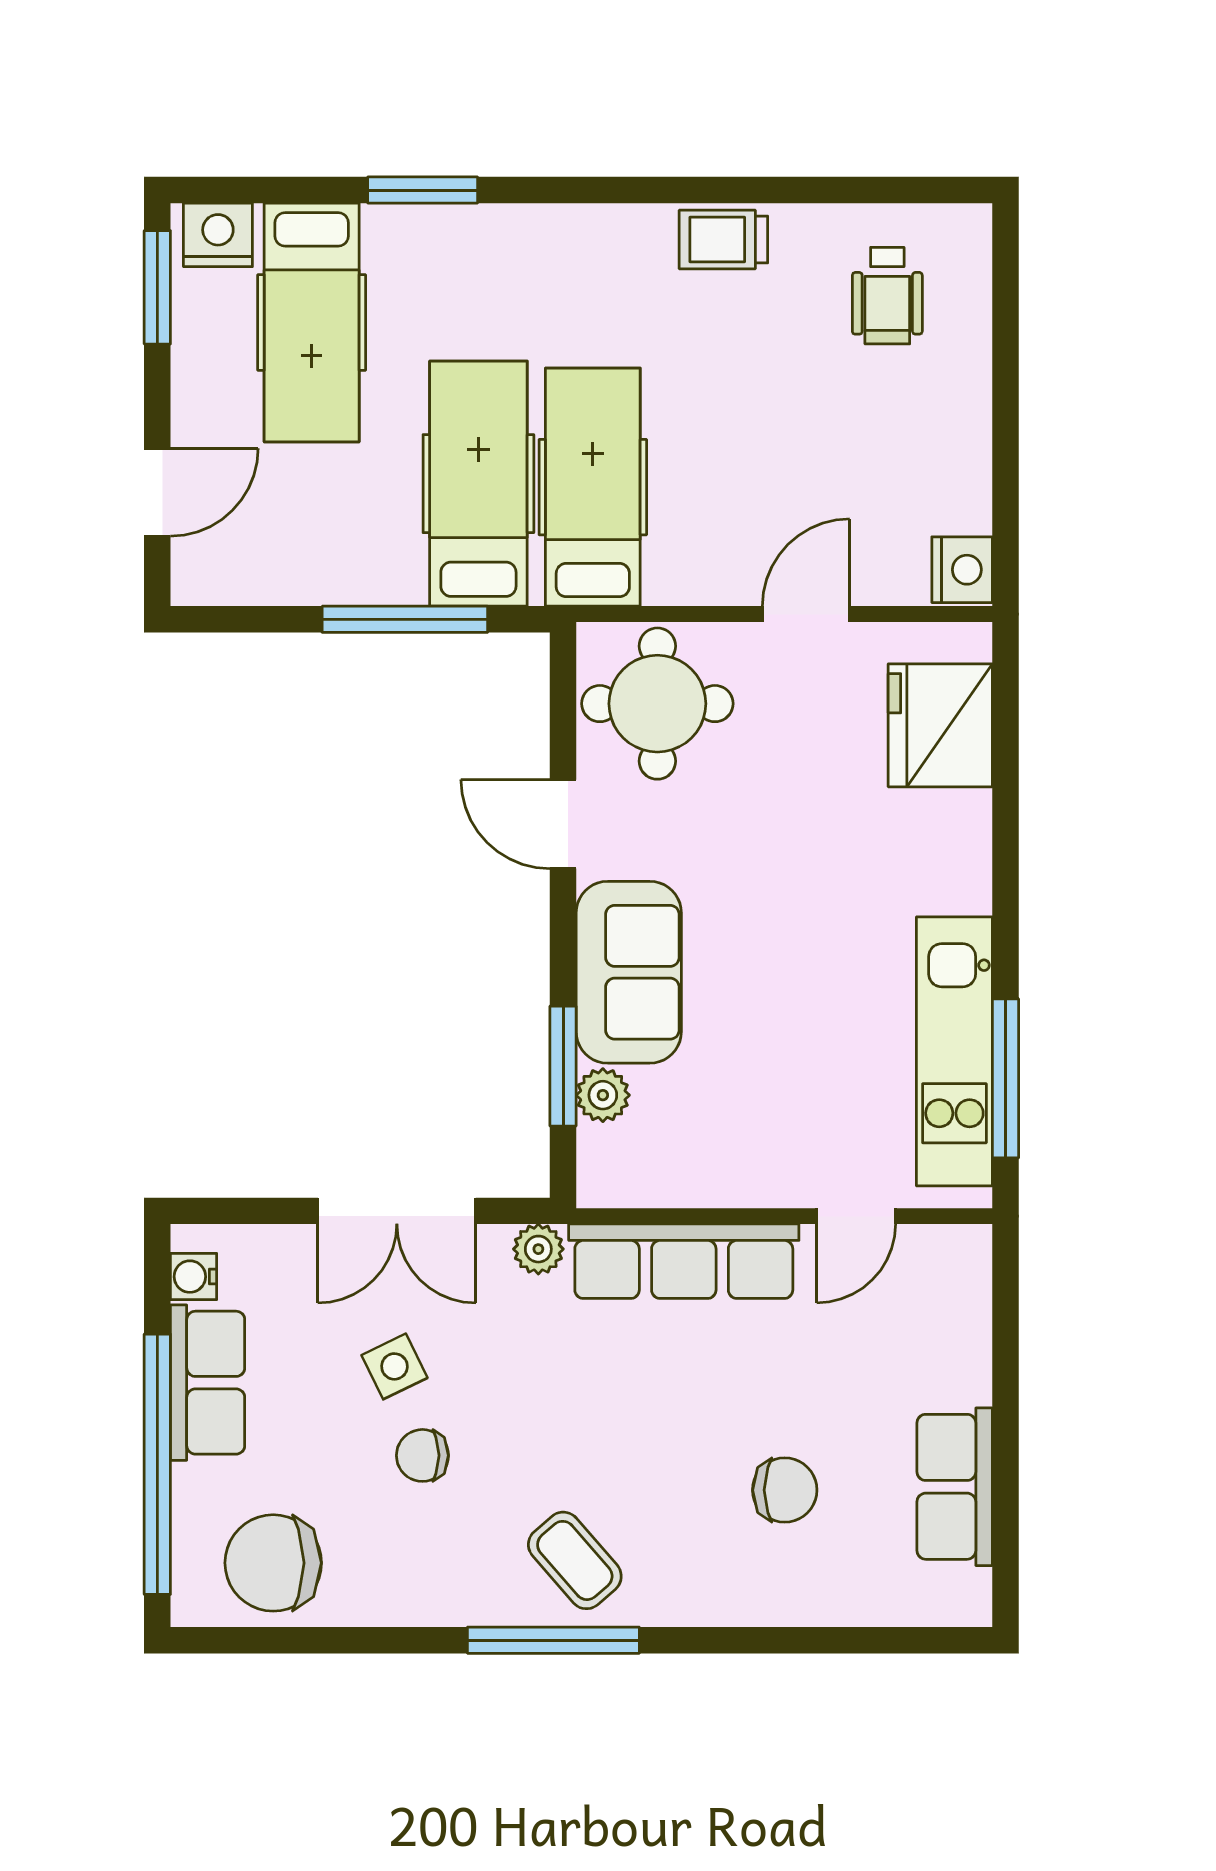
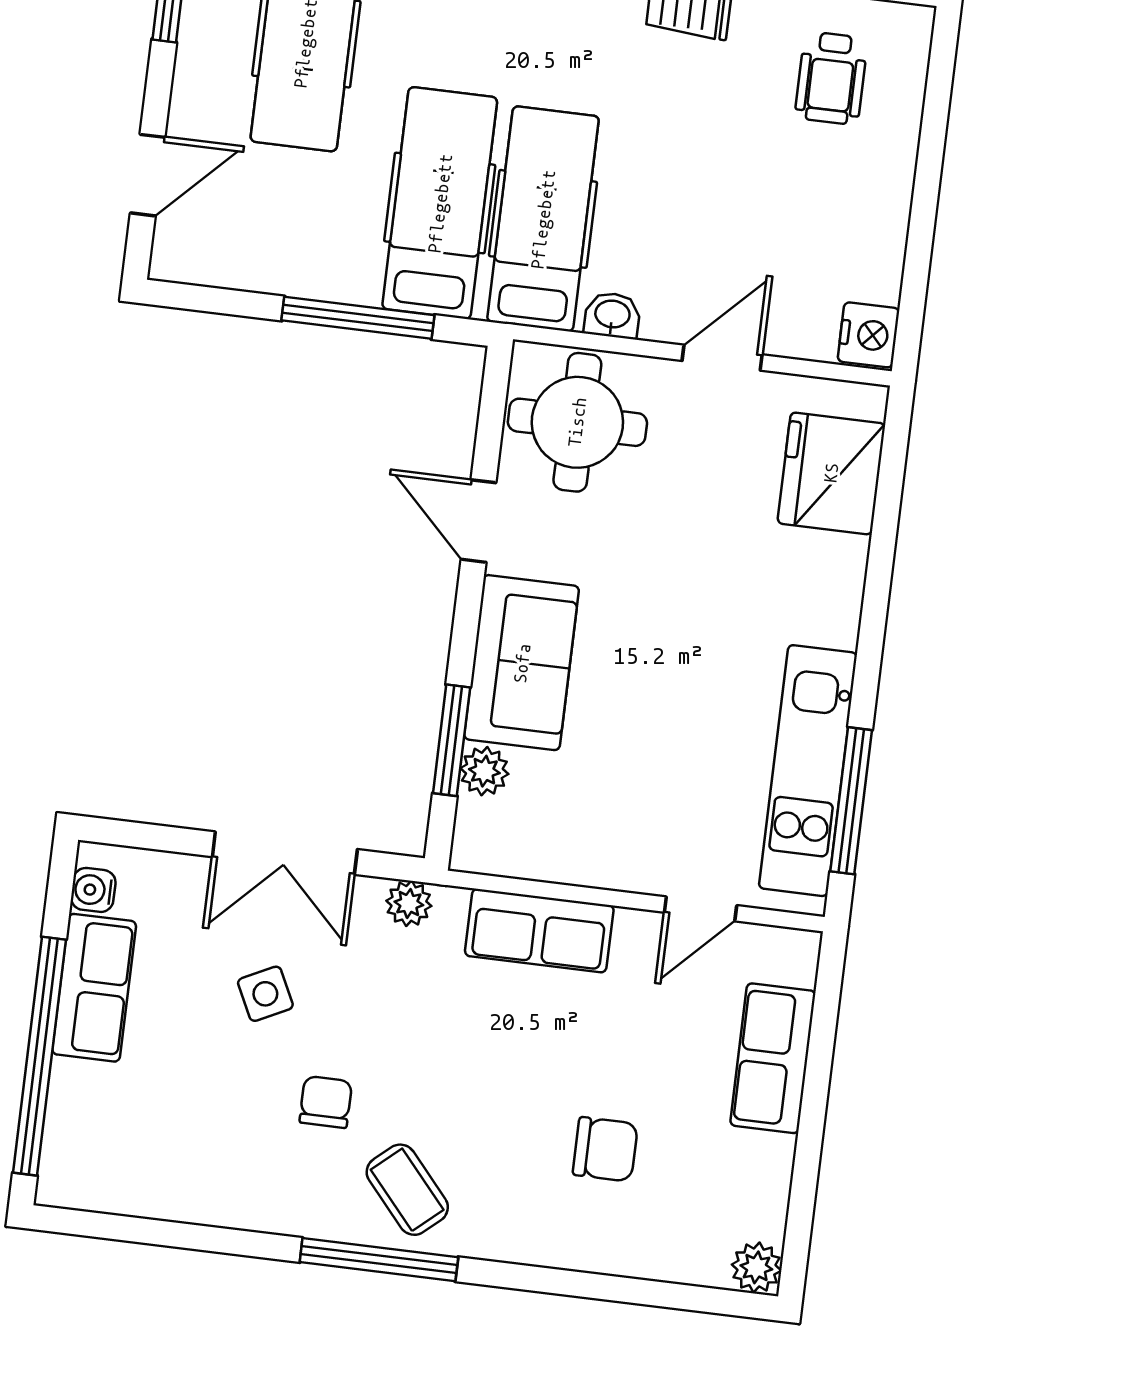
washbasin: (681, 583) -> (612, 315), added
row of seats: (684, 1261) -> (539, 931), width x0.68
chair: (422, 1455) -> (326, 1102), moved, turned 90
row of seats: (955, 1487) -> (773, 1058), moved
chair: (273, 1563) -> (134, 1158), removed
plant: (965, 1598) -> (756, 1267), added

